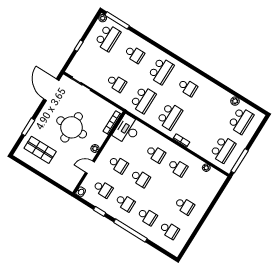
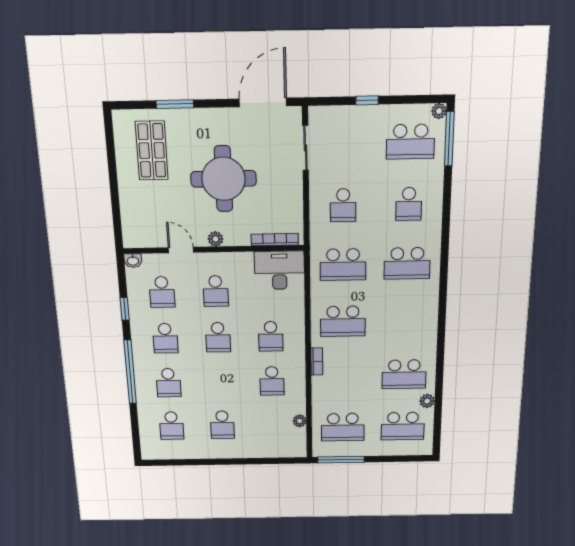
school desk: (188, 87) -> (404, 374), moved, width x1.85

